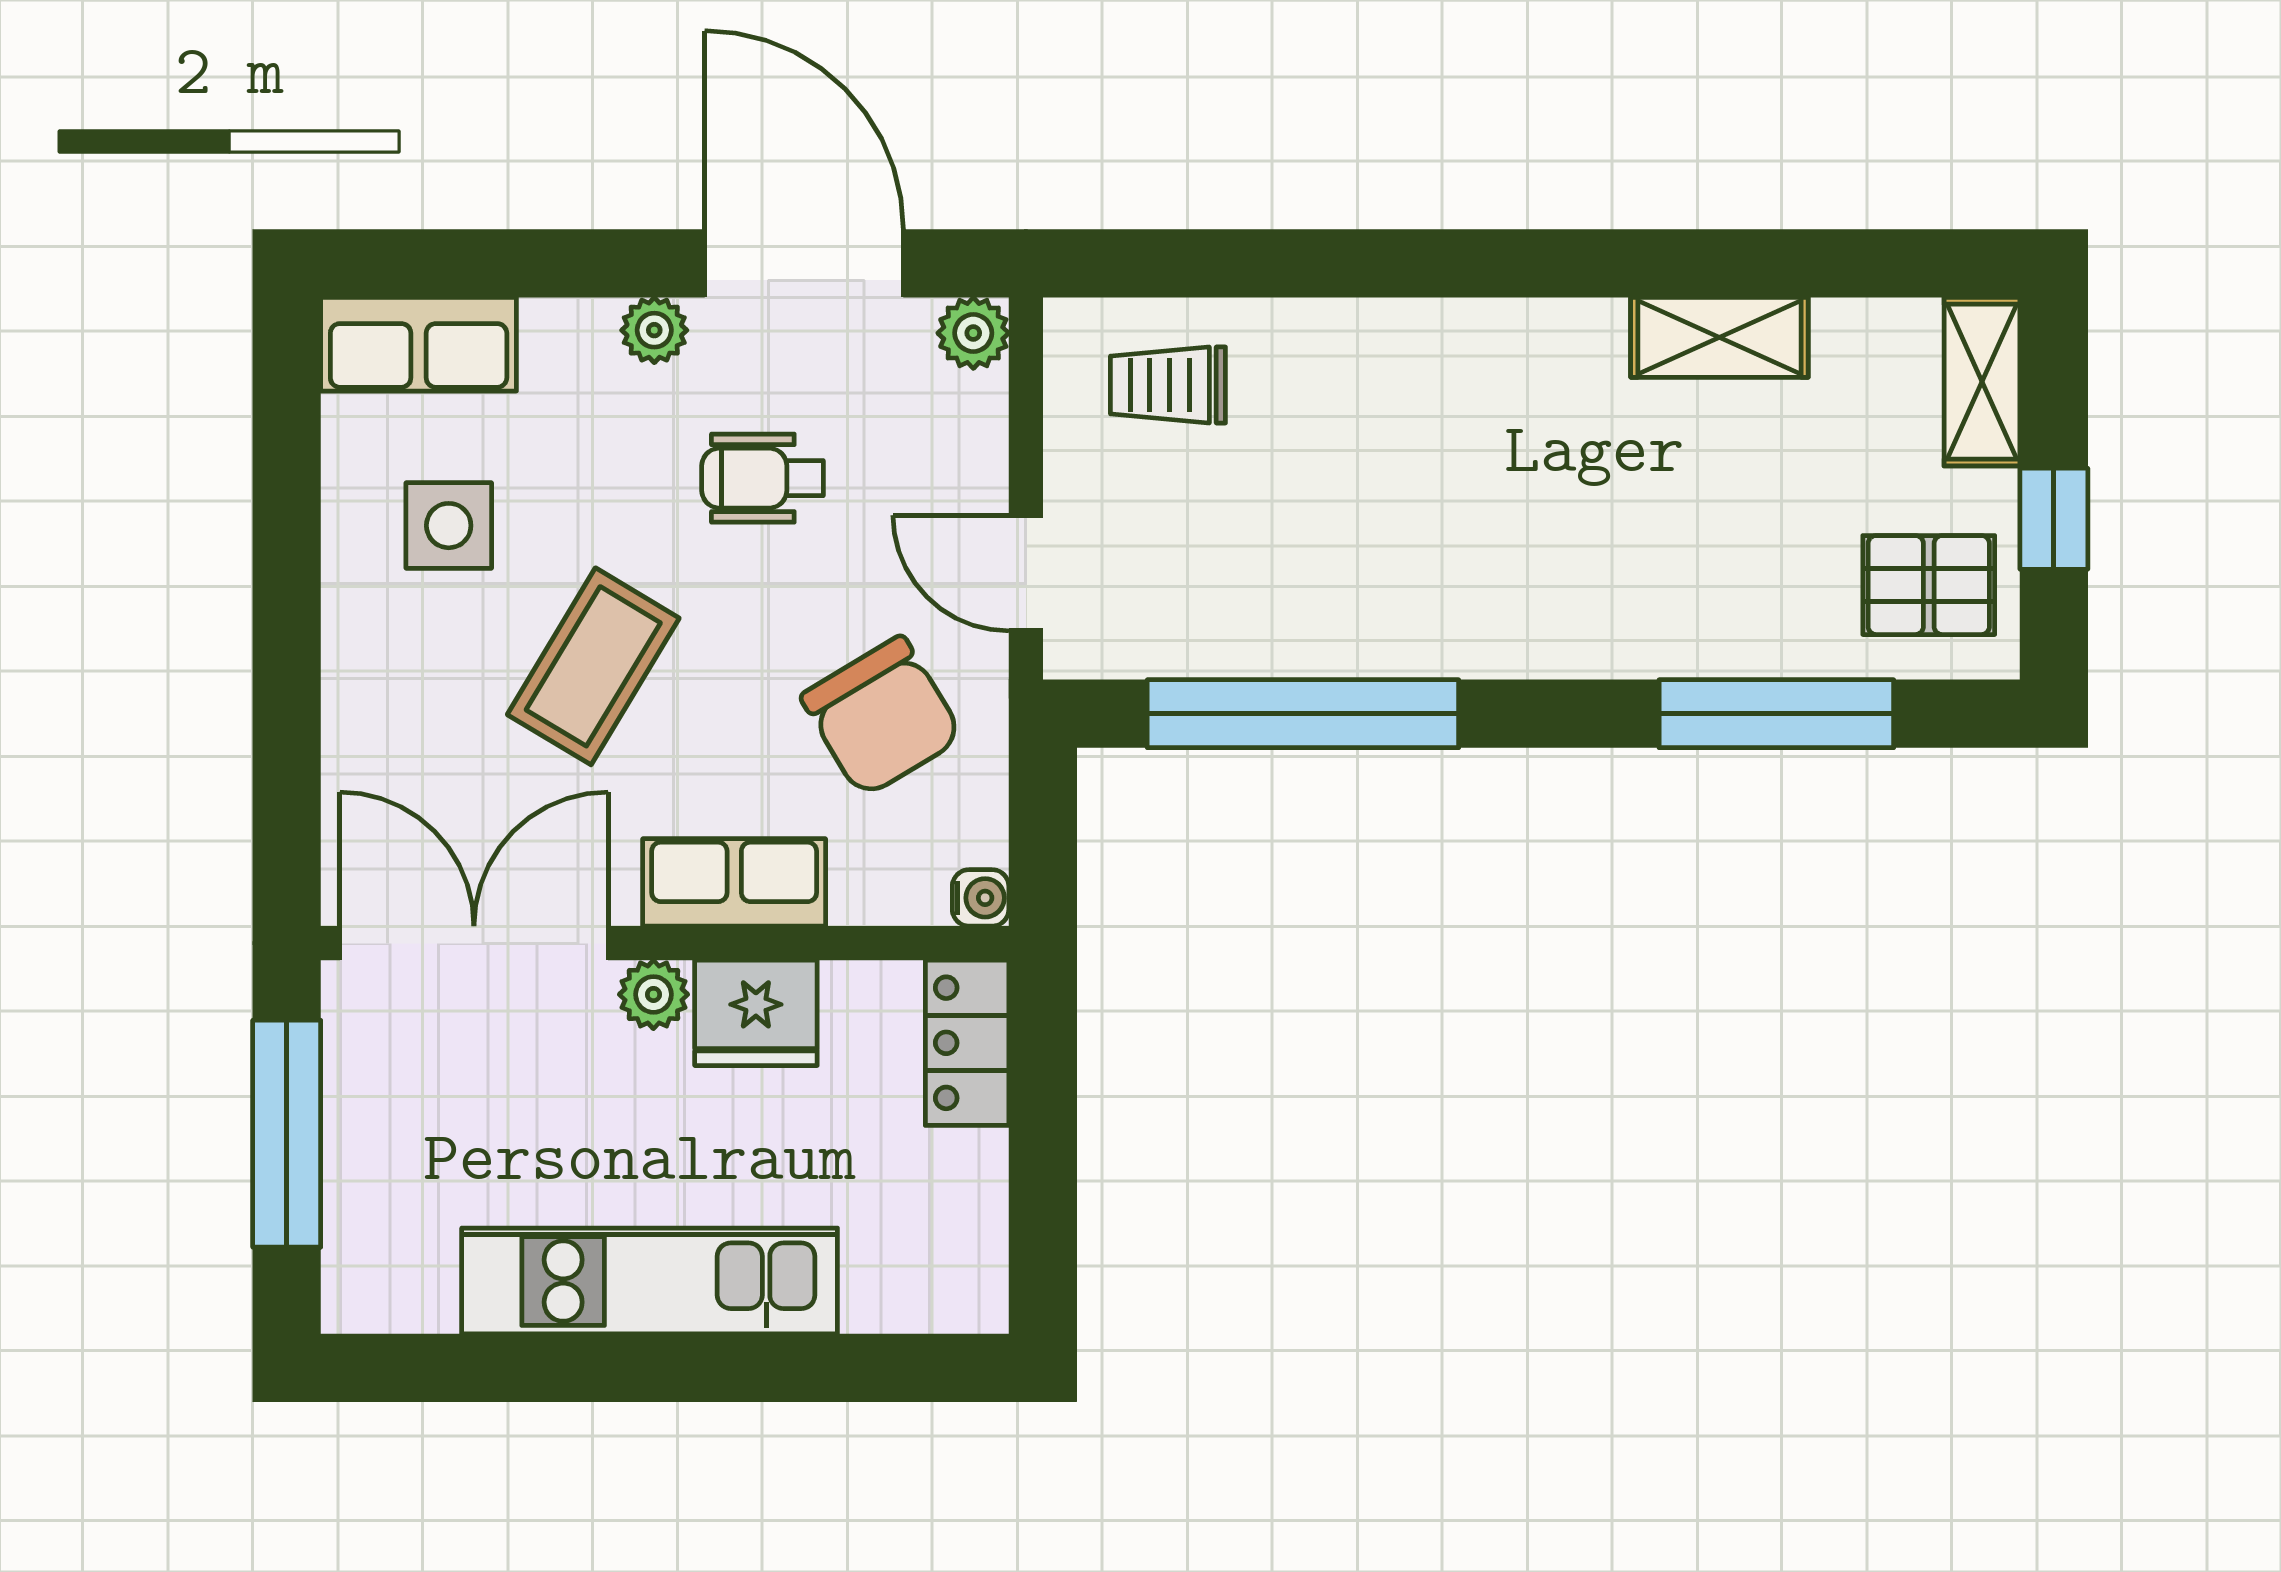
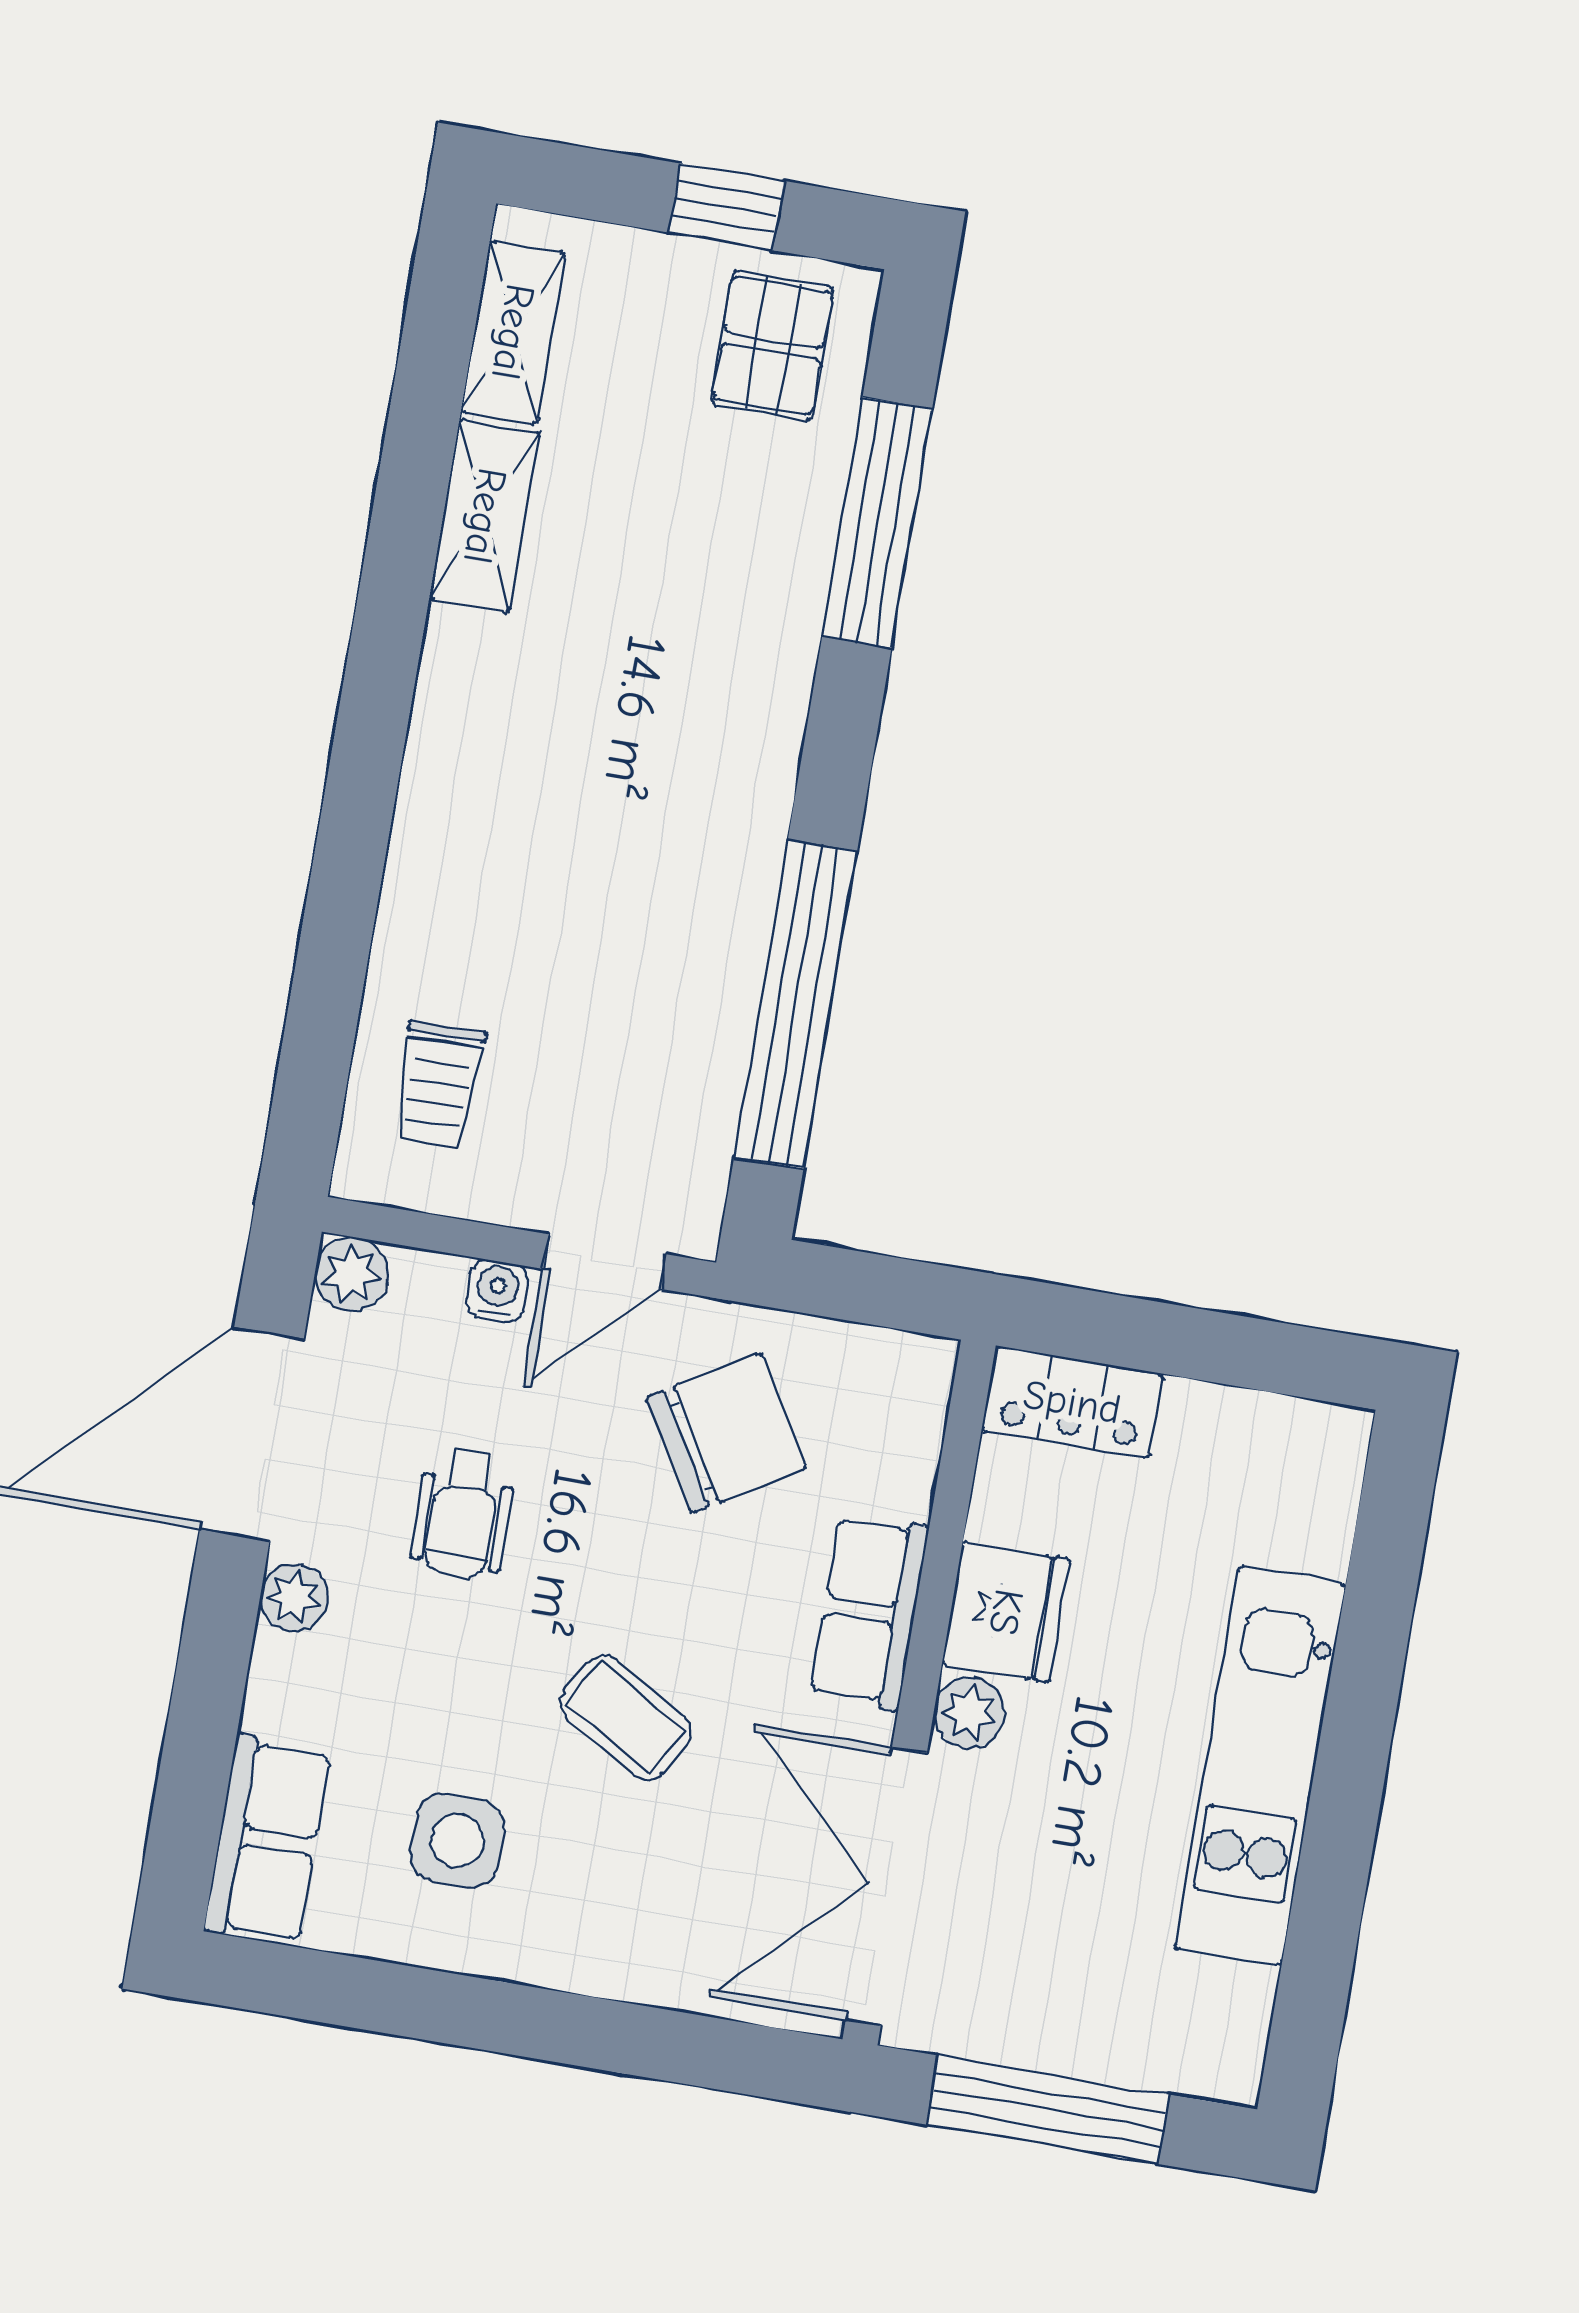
shelving: (1982, 382) -> (513, 332), moved, turned 90
coffee table: (593, 666) -> (625, 1718), width x0.73, depth x0.77
water cooler: (981, 898) -> (497, 1291), moved

